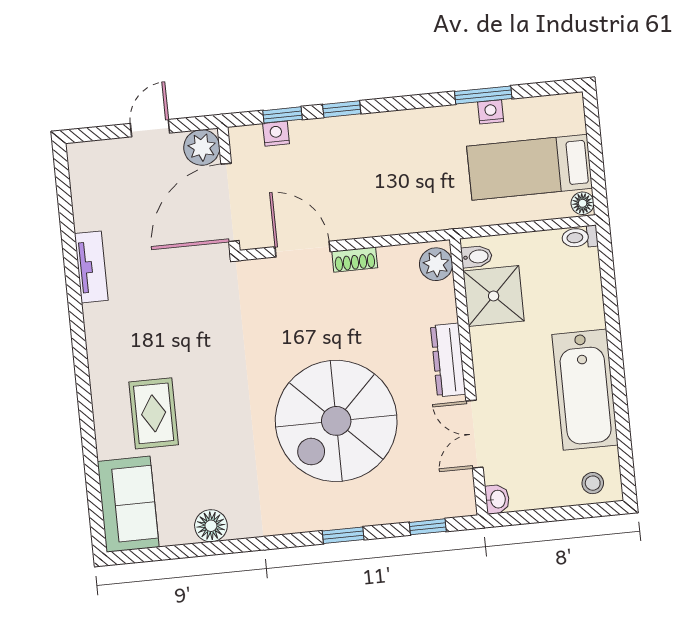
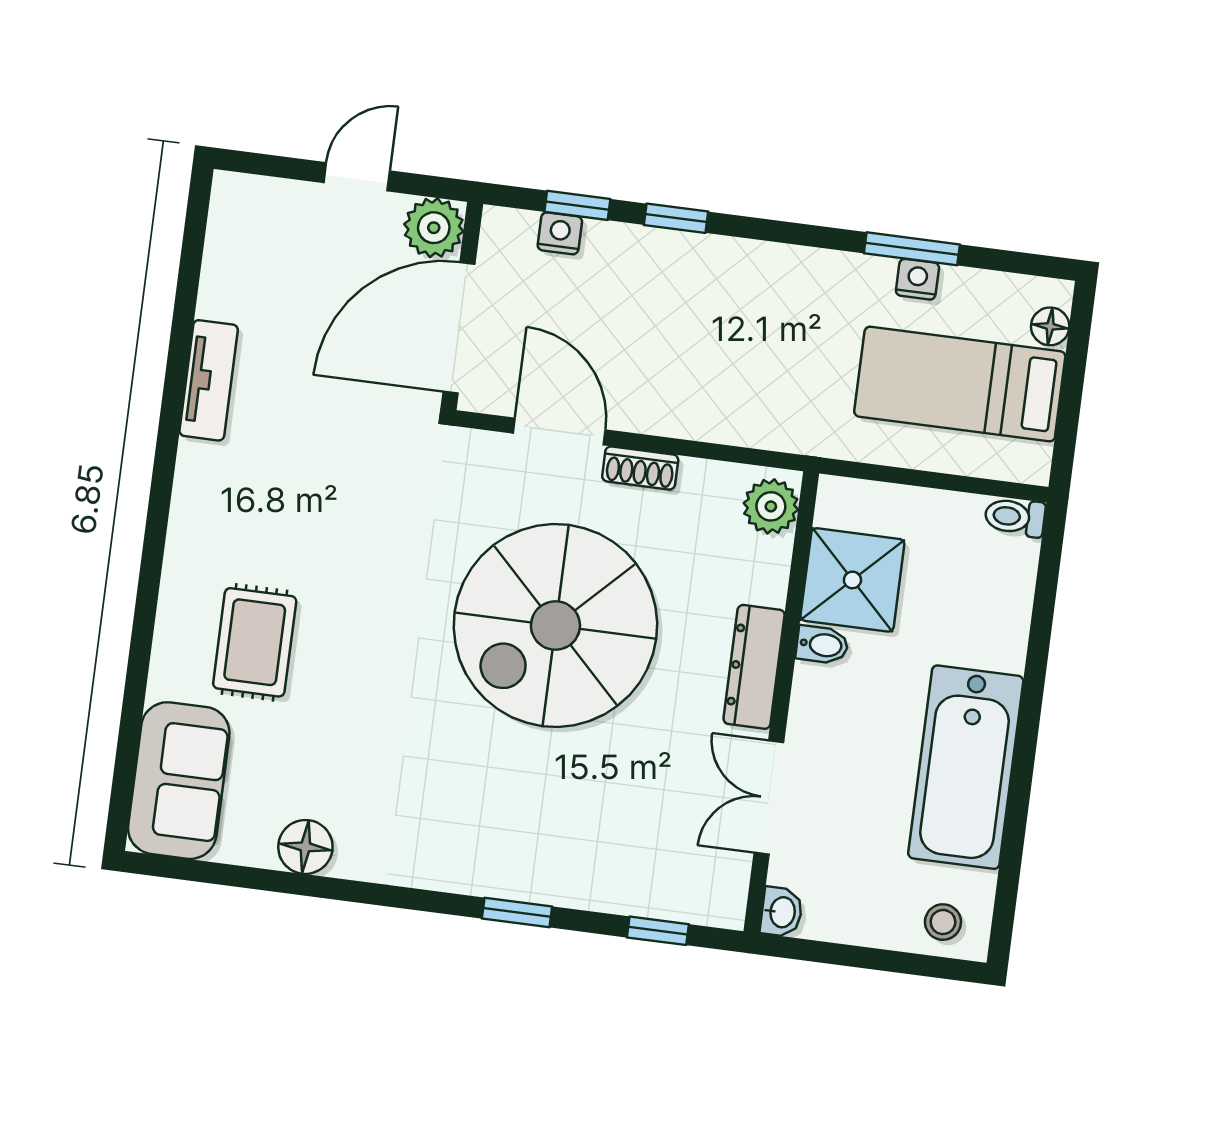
floor lamp: (583, 203) -> (1050, 326), moved
bidet: (477, 257) -> (822, 645), moved
spiral stairs: (336, 421) -> (555, 625), moved

